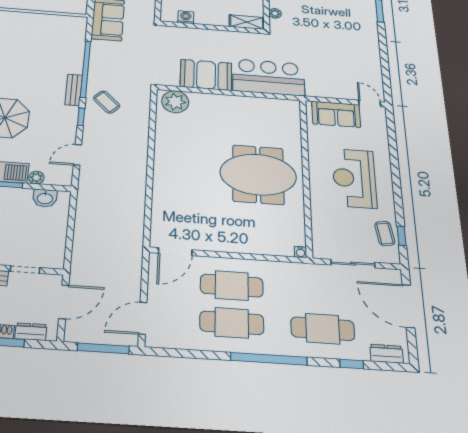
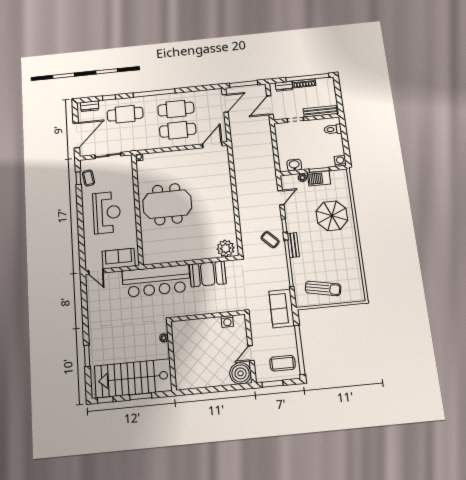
shelving: (247, 22) -> (184, 326), removed
sun lounger: (44, 32) -> (323, 288), added
bar counter: (269, 77) -> (156, 281), width x1.36
door: (408, 306) -> (76, 135), hinge flipped

